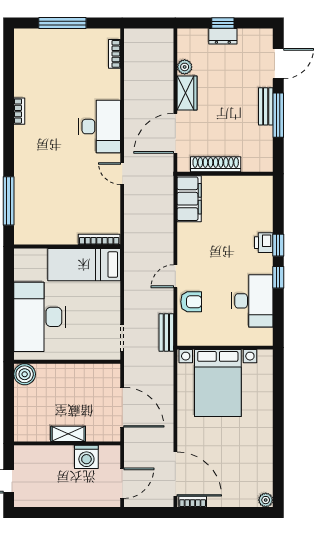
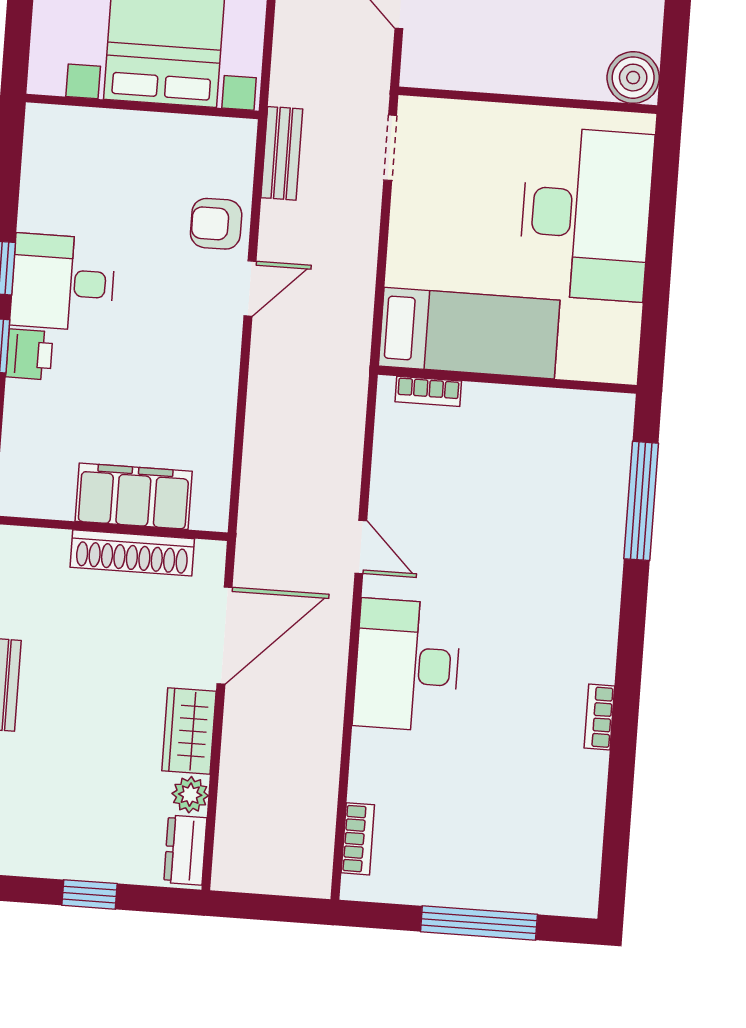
dresser: (223, 36) -> (185, 850), moved, turned -90
filing cabinet: (189, 199) -> (134, 496), moved, turned 90
bookcase: (99, 239) -> (428, 391), width x0.64
desk: (252, 301) -> (63, 282), moved, width x0.73

